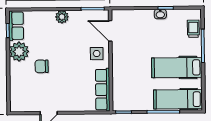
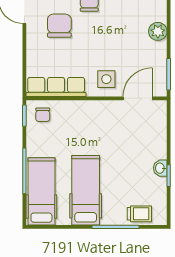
chair: (59, 88) -> (59, 26), added
chair: (123, 99) -> (43, 115), added

